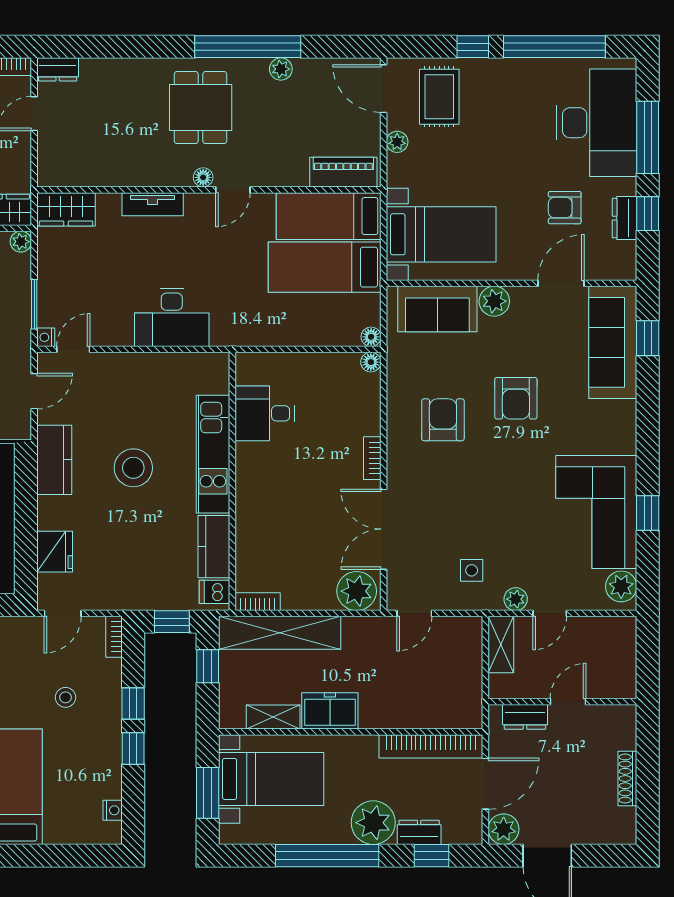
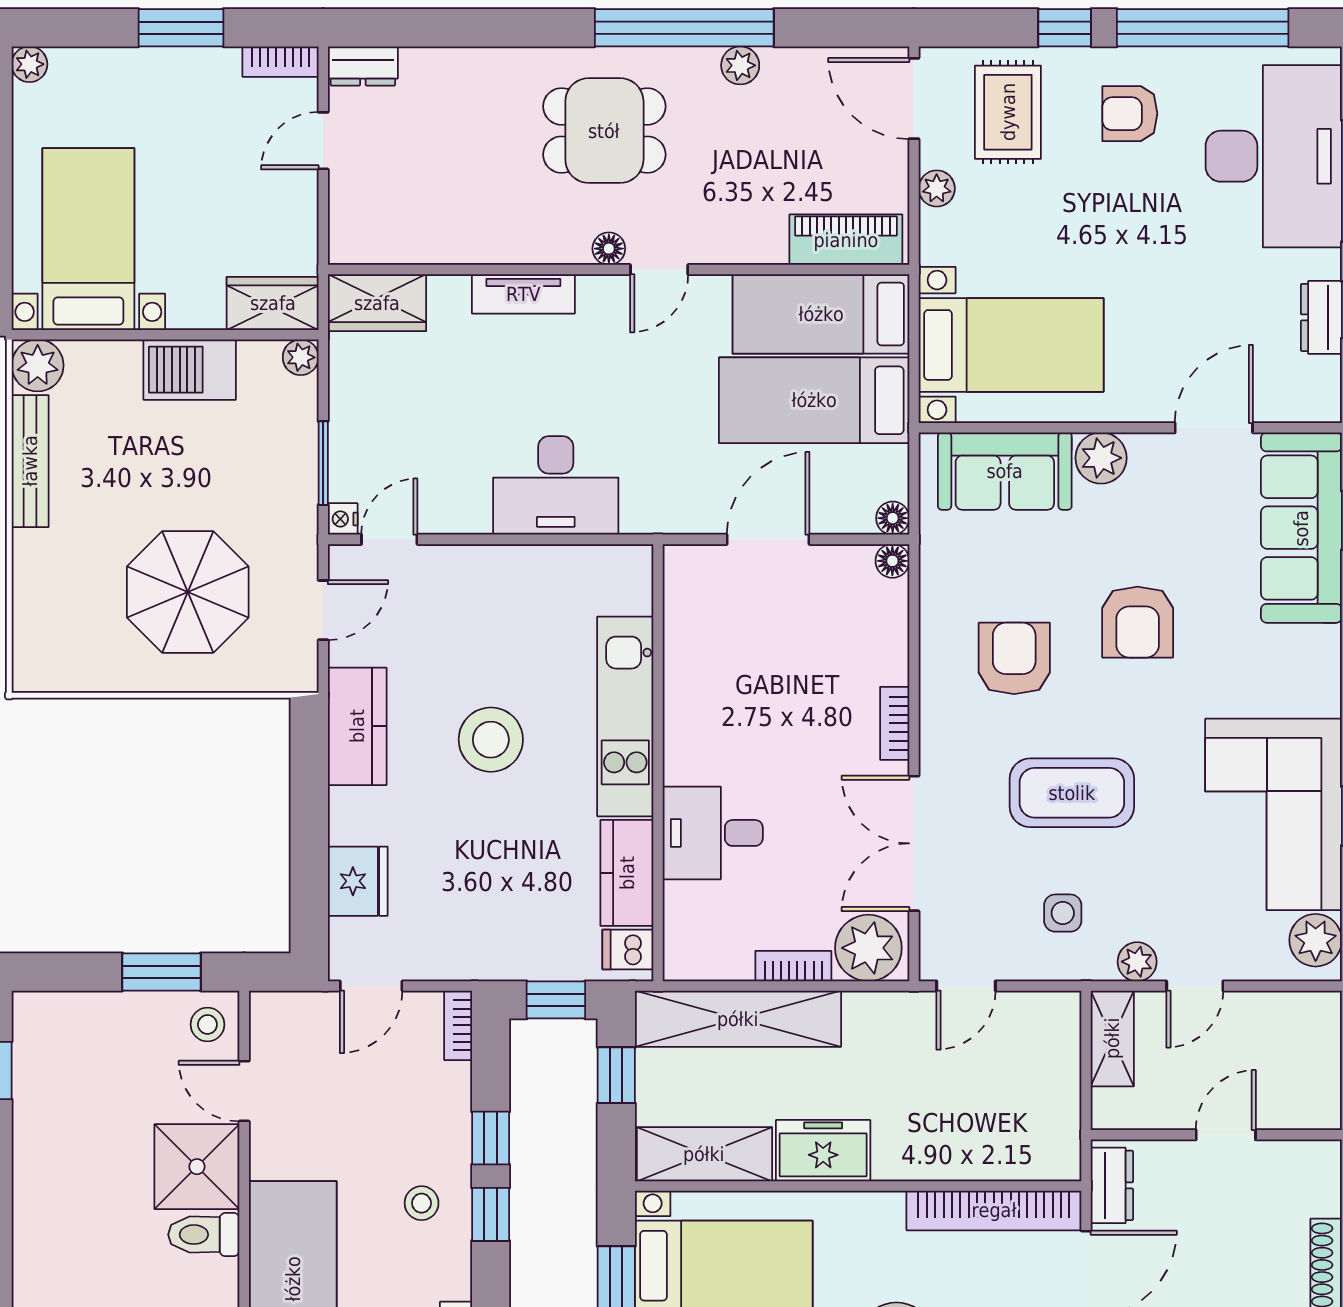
dining table: (201, 108) -> (604, 131), turned 90
armchair: (565, 208) -> (1130, 114), moved
door: (297, 349) -> (768, 539), added
desk: (265, 413) -> (713, 833), moved
coffee table: (477, 499) -> (1072, 793), added
bookcase: (258, 602) -> (793, 966), moved
stool: (66, 697) -> (422, 1203), moved
shelving: (273, 717) -> (704, 1154), width x1.50, depth x1.33
dresser: (525, 717) -> (1112, 1185), moved, turned -90

